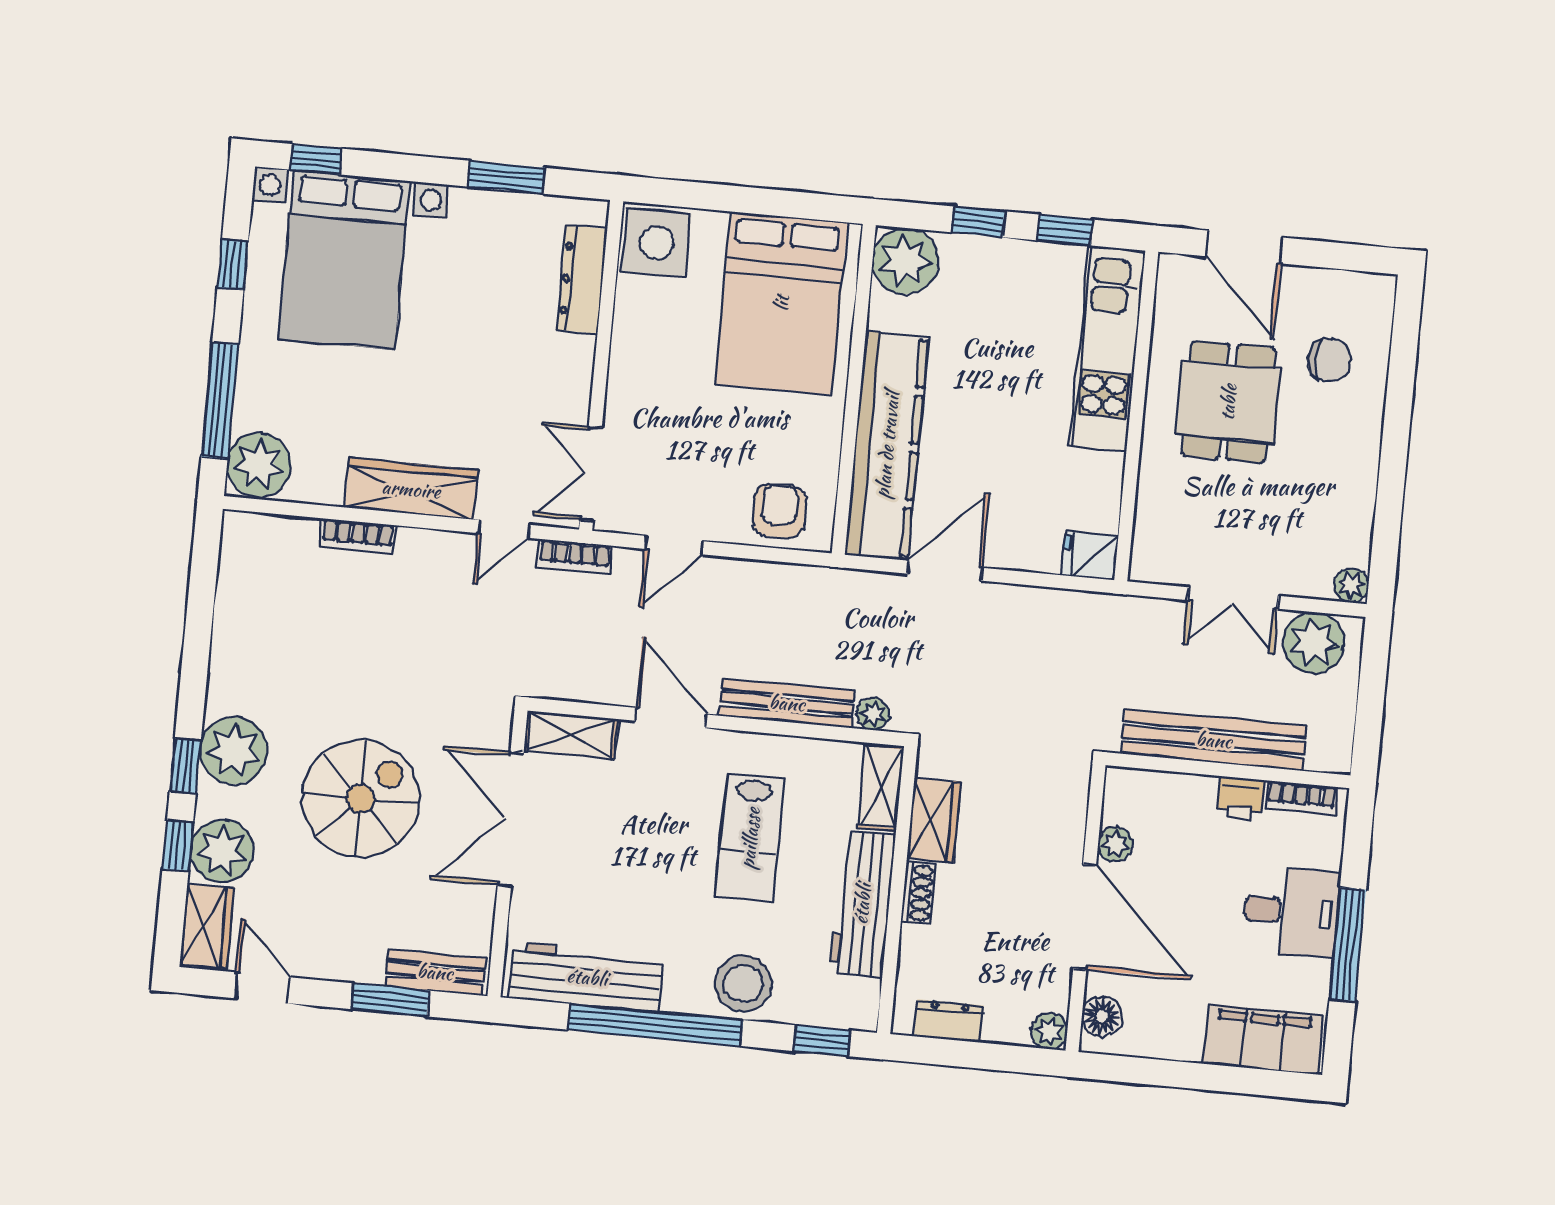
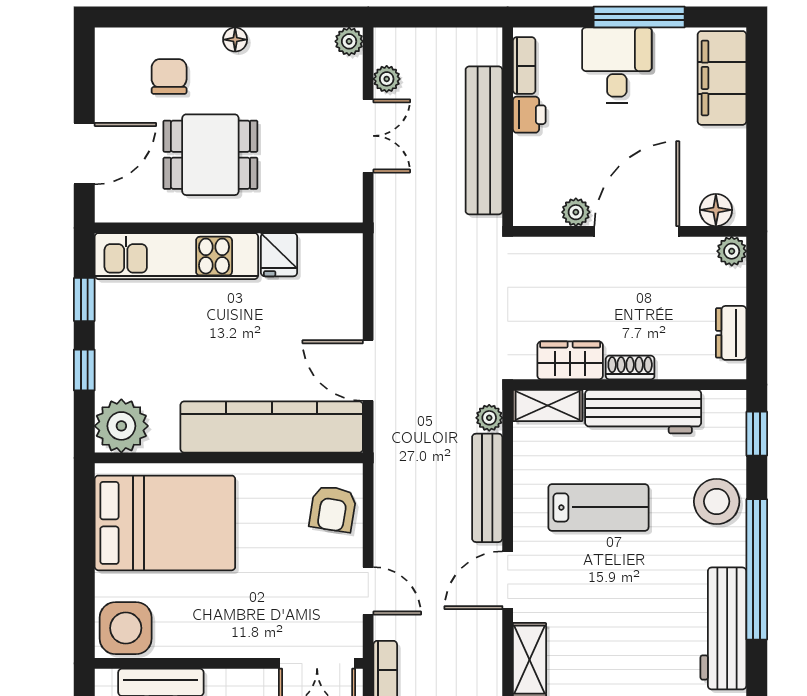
floor lamp: (1367, 446) -> (235, 40), added
armchair: (779, 511) -> (333, 509), turned -81
fridge: (1090, 555) -> (279, 255), moved
plant: (1314, 643) -> (387, 79), width x0.53, depth x0.53

